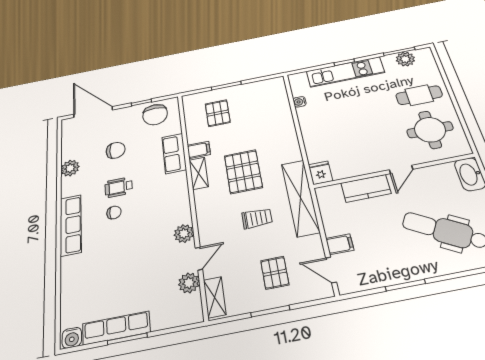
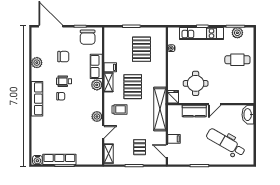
pallet: (218, 113) -> (141, 49), moved, width x1.50, depth x1.42
round table: (430, 130) -> (196, 83), moved
trolley: (257, 218) -> (119, 109), moved
plant: (189, 283) -> (97, 85), moved

